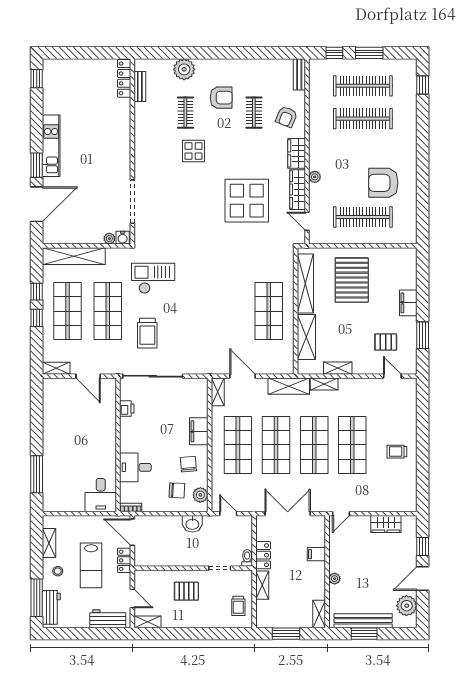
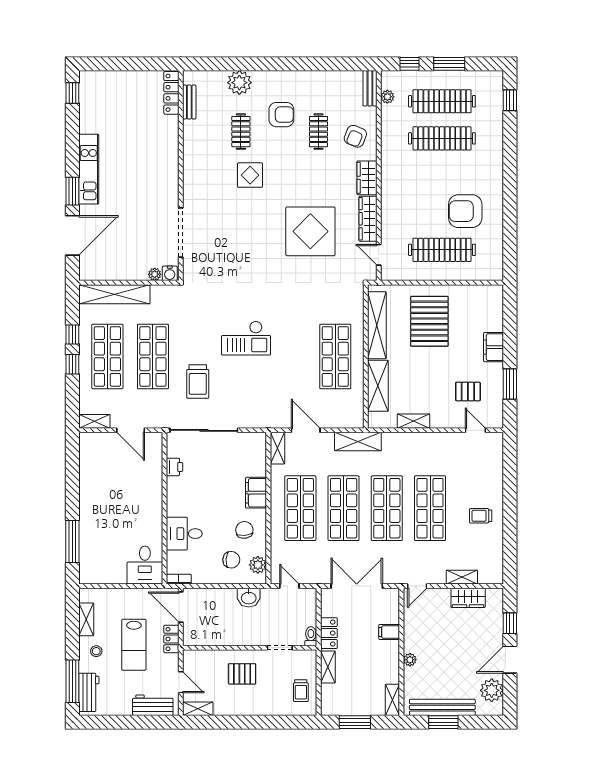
plant: (315, 177) -> (387, 97), moved
checkout: (153, 278) -> (246, 338), moved, turned 180
shelving: (324, 384) -> (462, 577), moved

